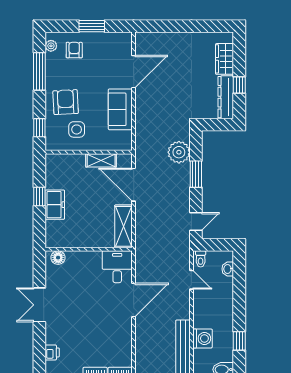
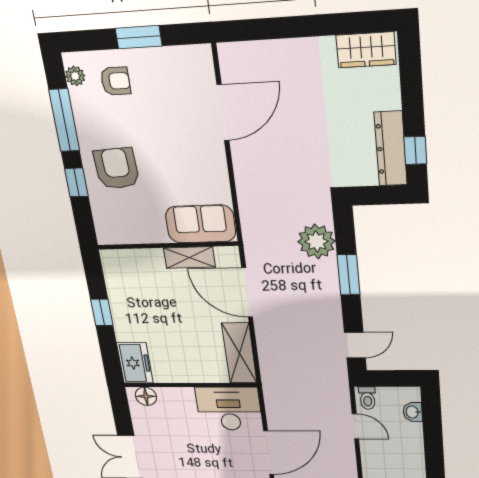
armchair: (74, 50) -> (116, 81), turned 90
wardrobe: (225, 59) -> (366, 50), moved, turned -90
window: (239, 85) -> (415, 150), moved
sofa: (120, 109) -> (201, 224), moved, turned 90
window: (39, 128) -> (76, 182), moved
side table: (77, 129) -> (142, 211), removed
freezer: (55, 205) -> (135, 363), moved
desk: (117, 267) -> (229, 409), width x1.37

